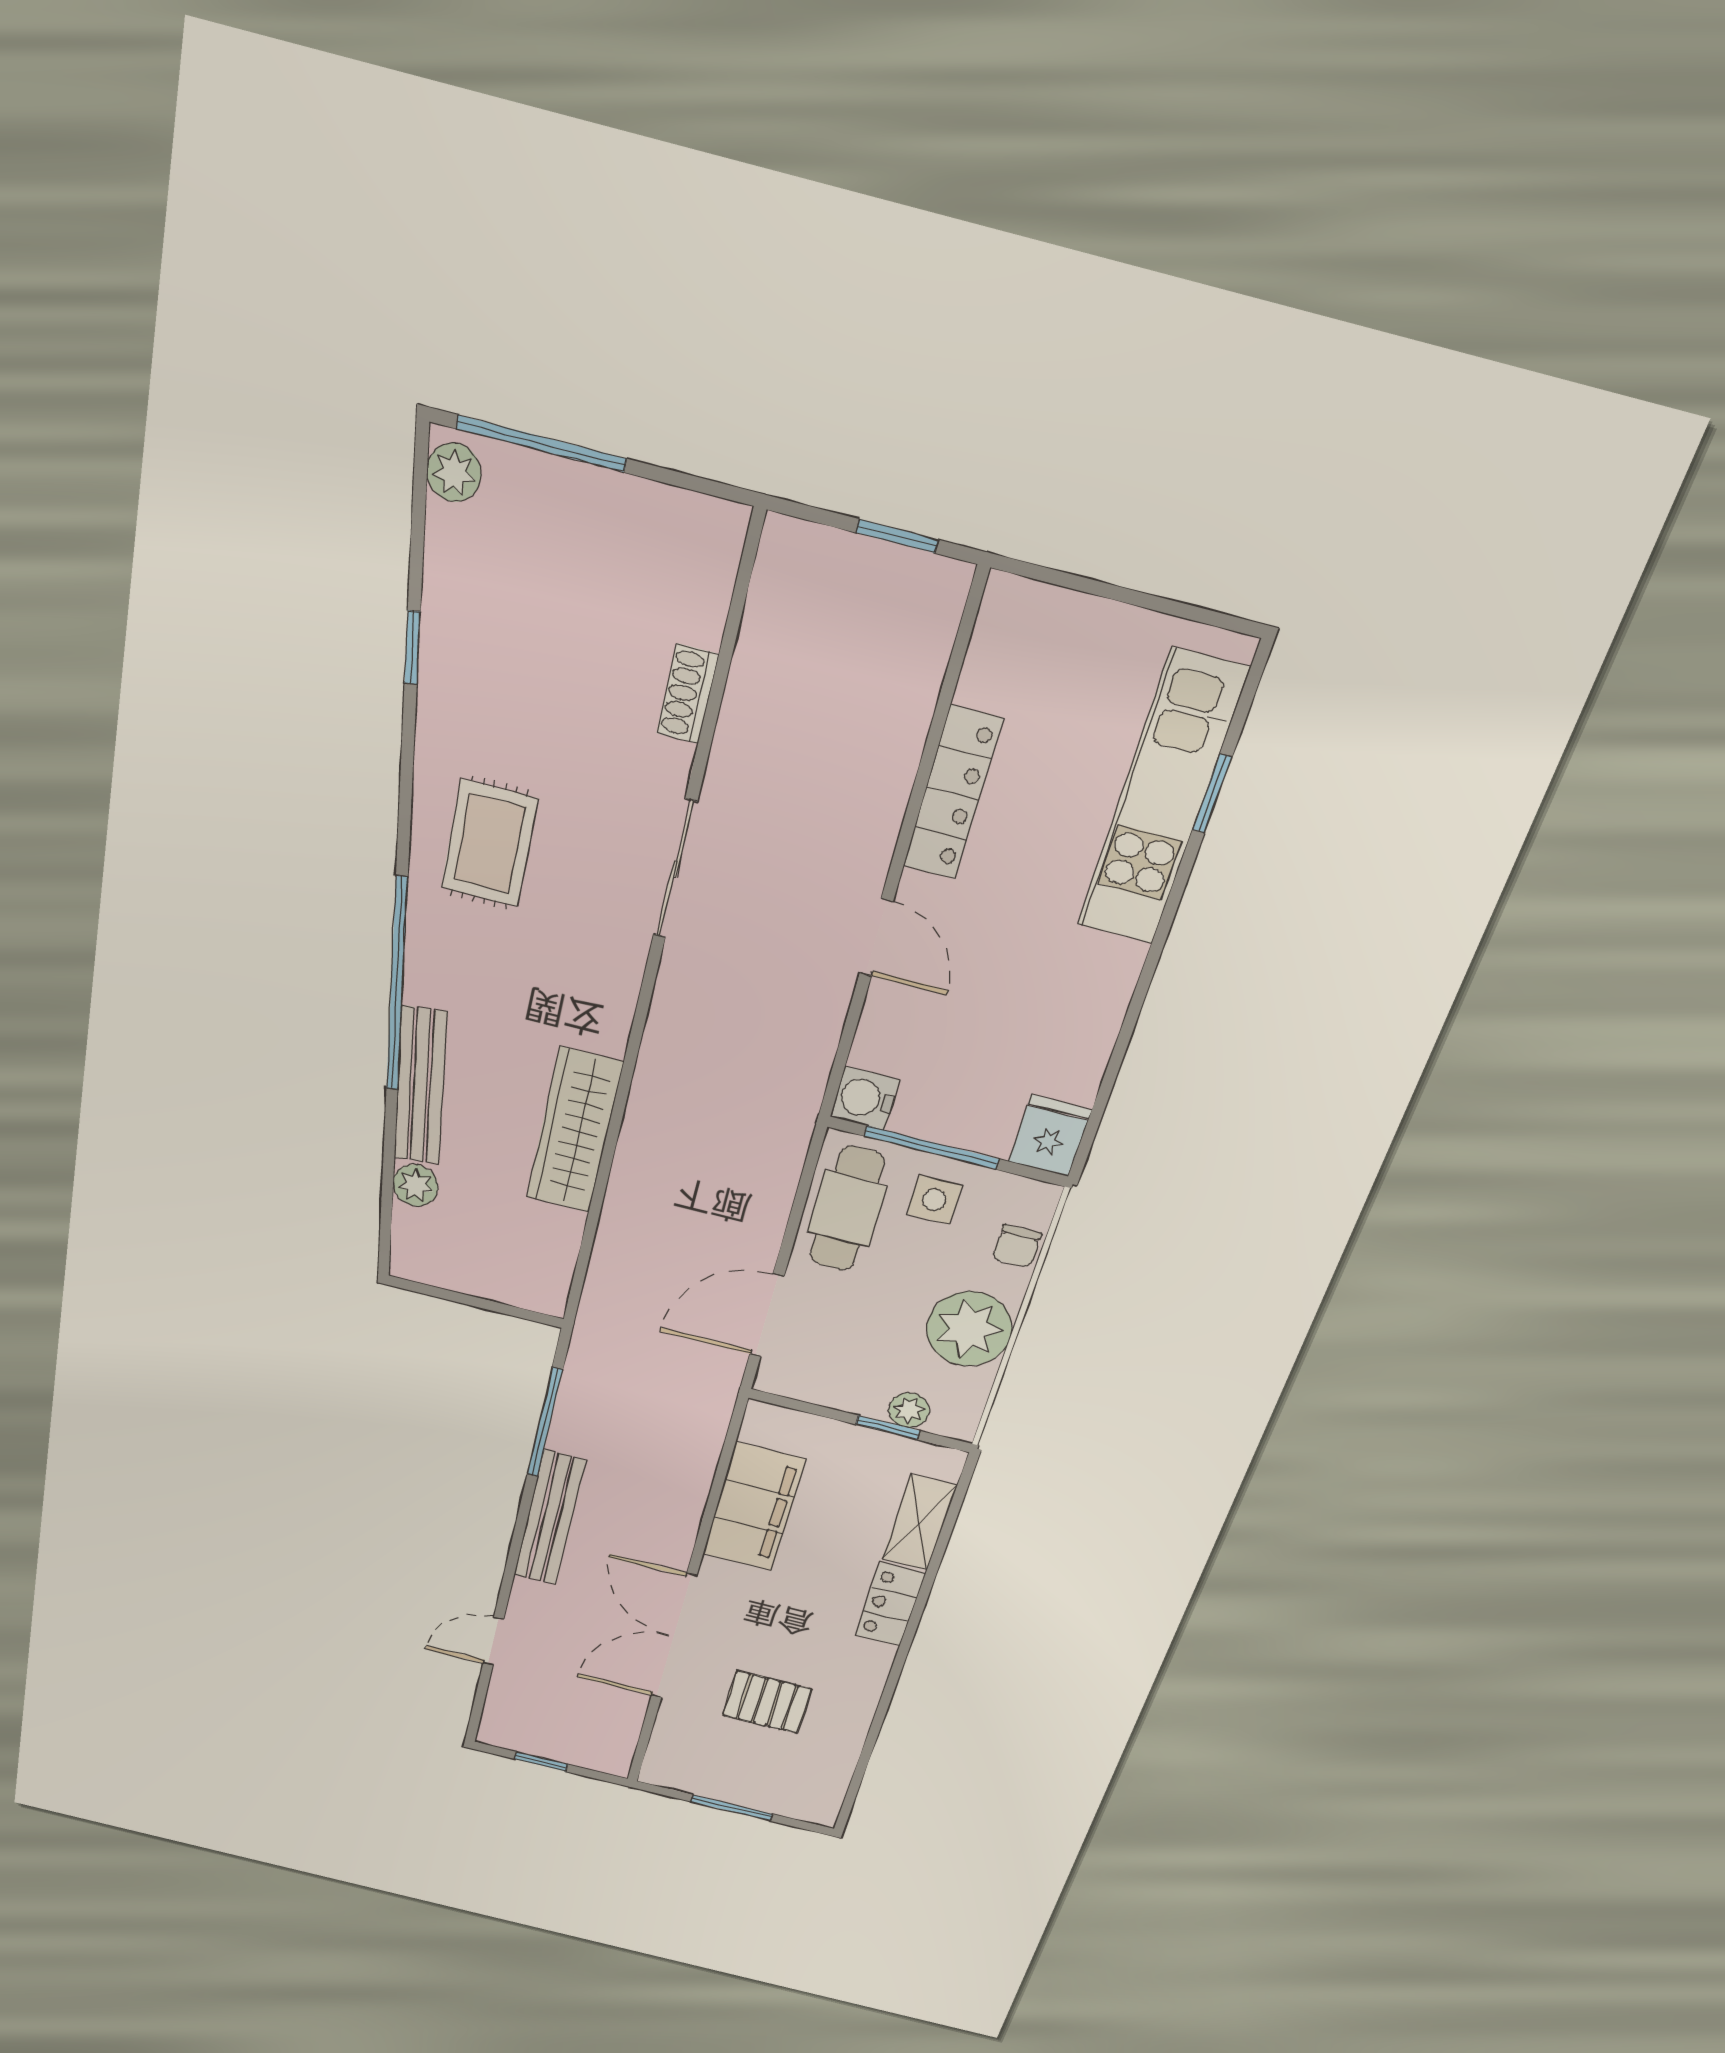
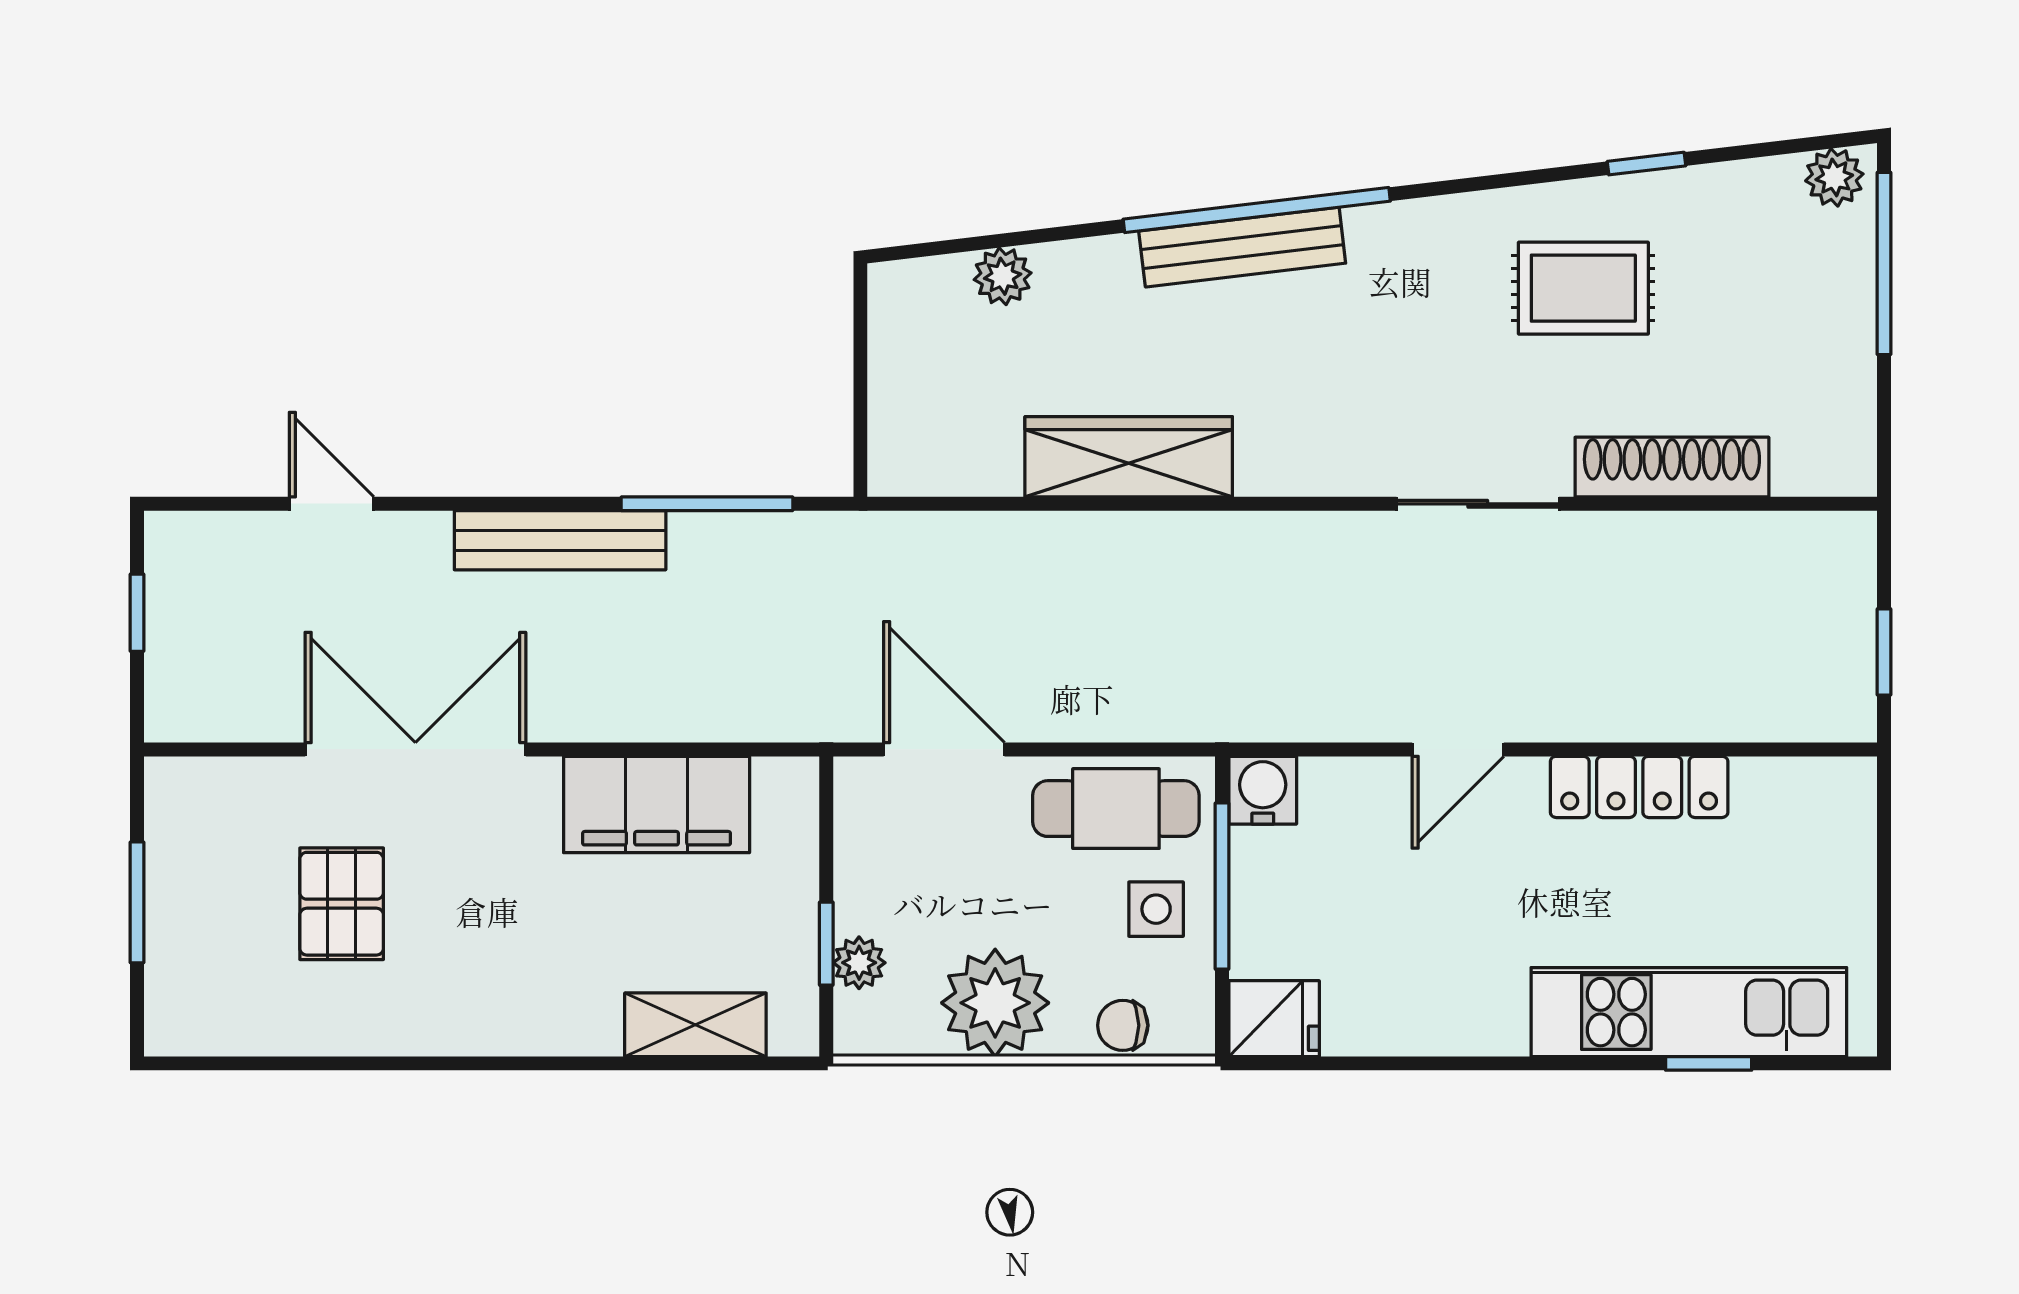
shoe rack: (688, 694) -> (1672, 467), width x1.94, depth x1.24
rug: (489, 843) -> (1583, 288), moved
bench: (420, 1086) -> (1242, 247), moved
locker: (890, 1604) -> (555, 1024), removed

